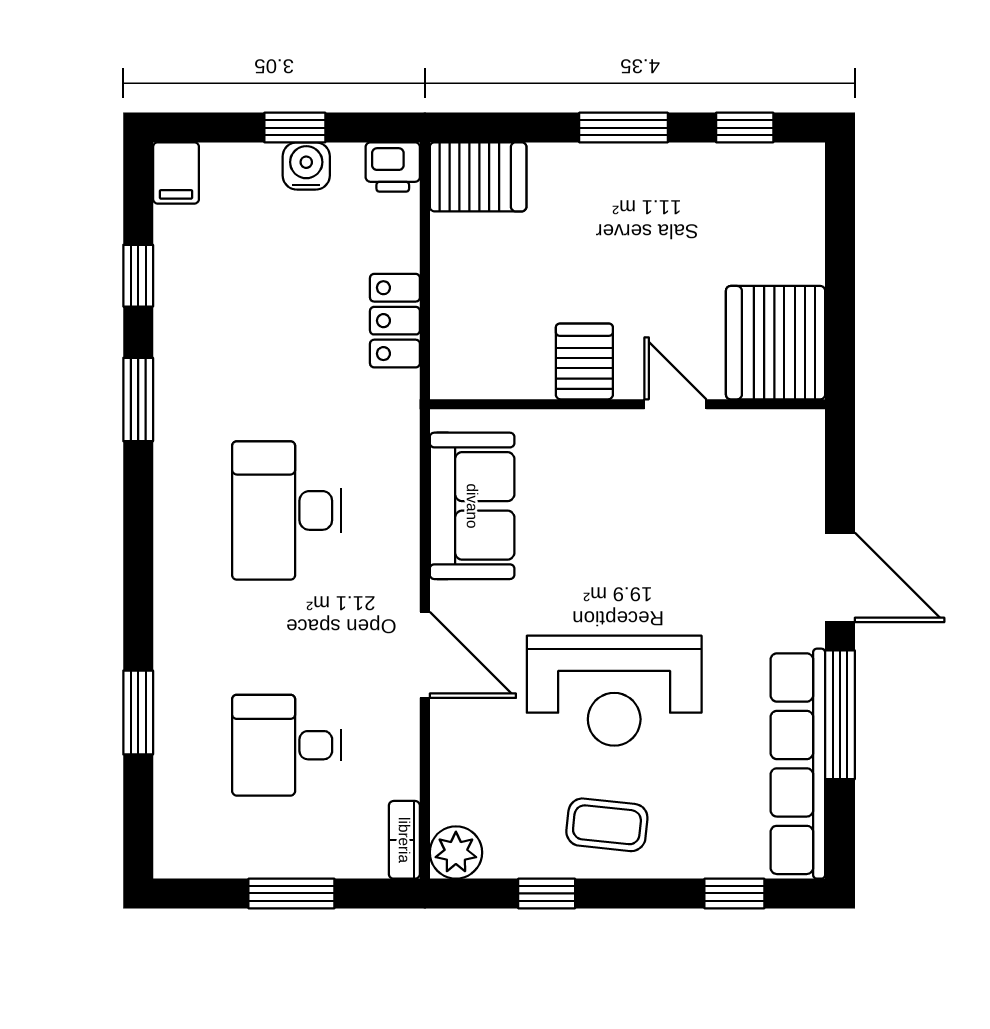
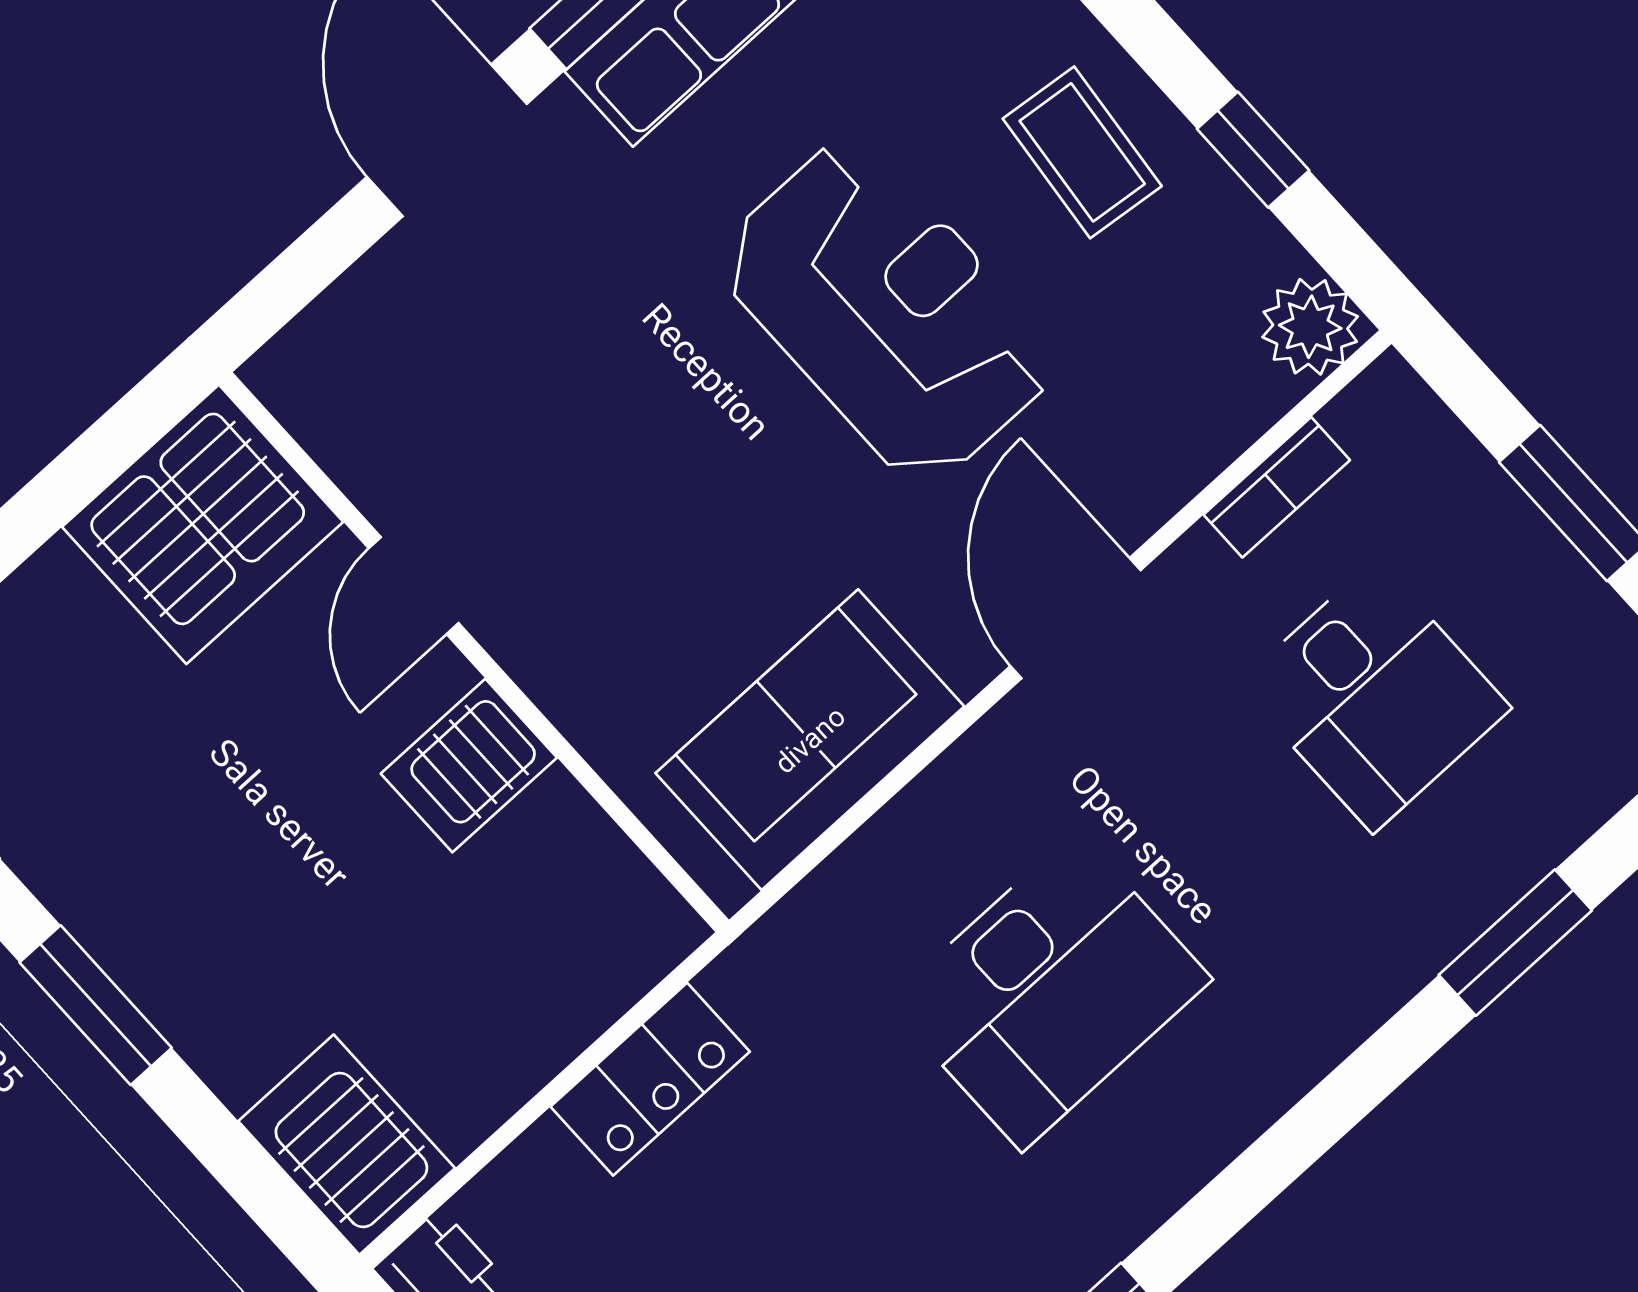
bookcase: (404, 840) -> (1277, 487), moved

